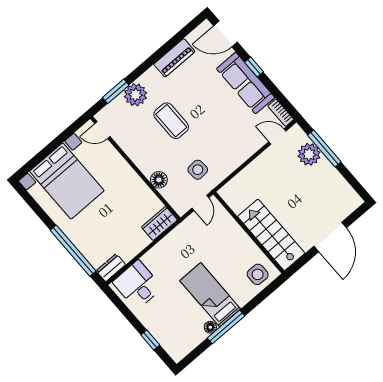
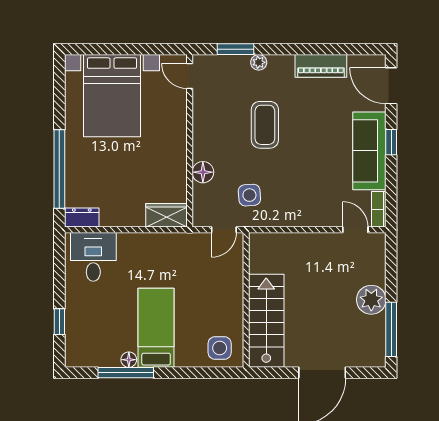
plant: (135, 95) -> (259, 62), width x0.53, depth x0.53
window: (324, 148) -> (391, 329), moved
plant: (309, 154) -> (371, 300), moved
window: (226, 327) -> (126, 373), moved

